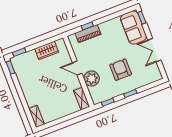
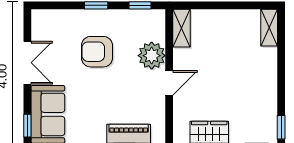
door: (77, 68) -> (169, 83), hinge flipped
armchair: (121, 70) -> (97, 52), turned 90

